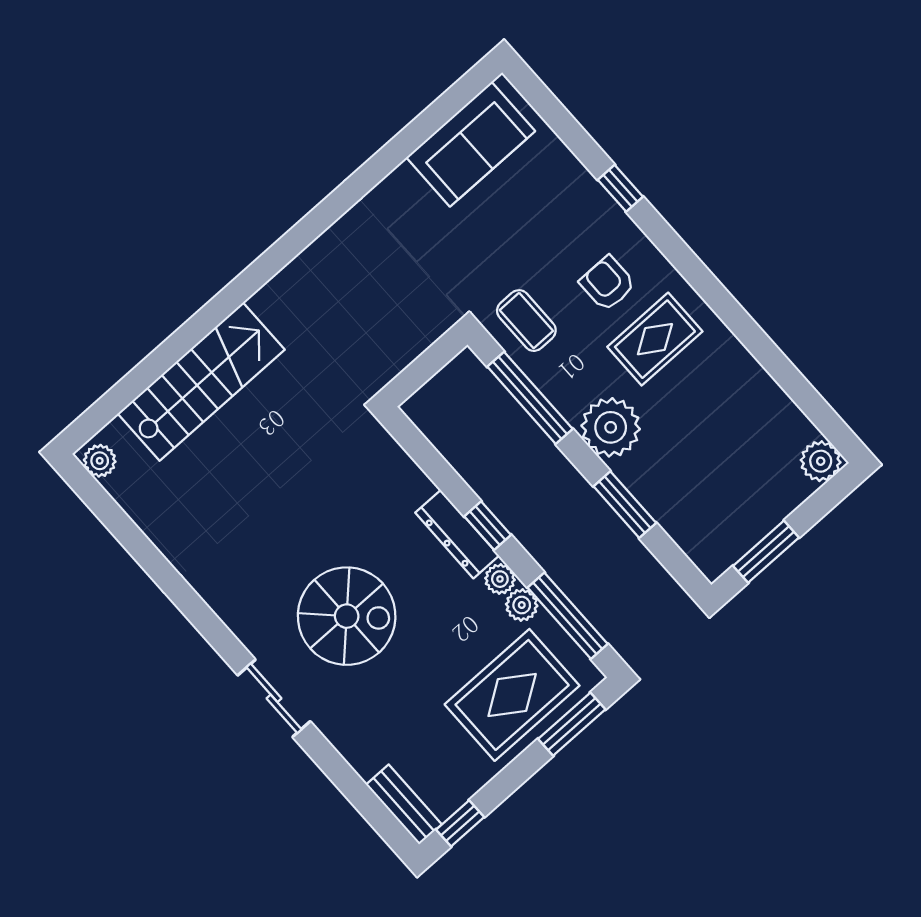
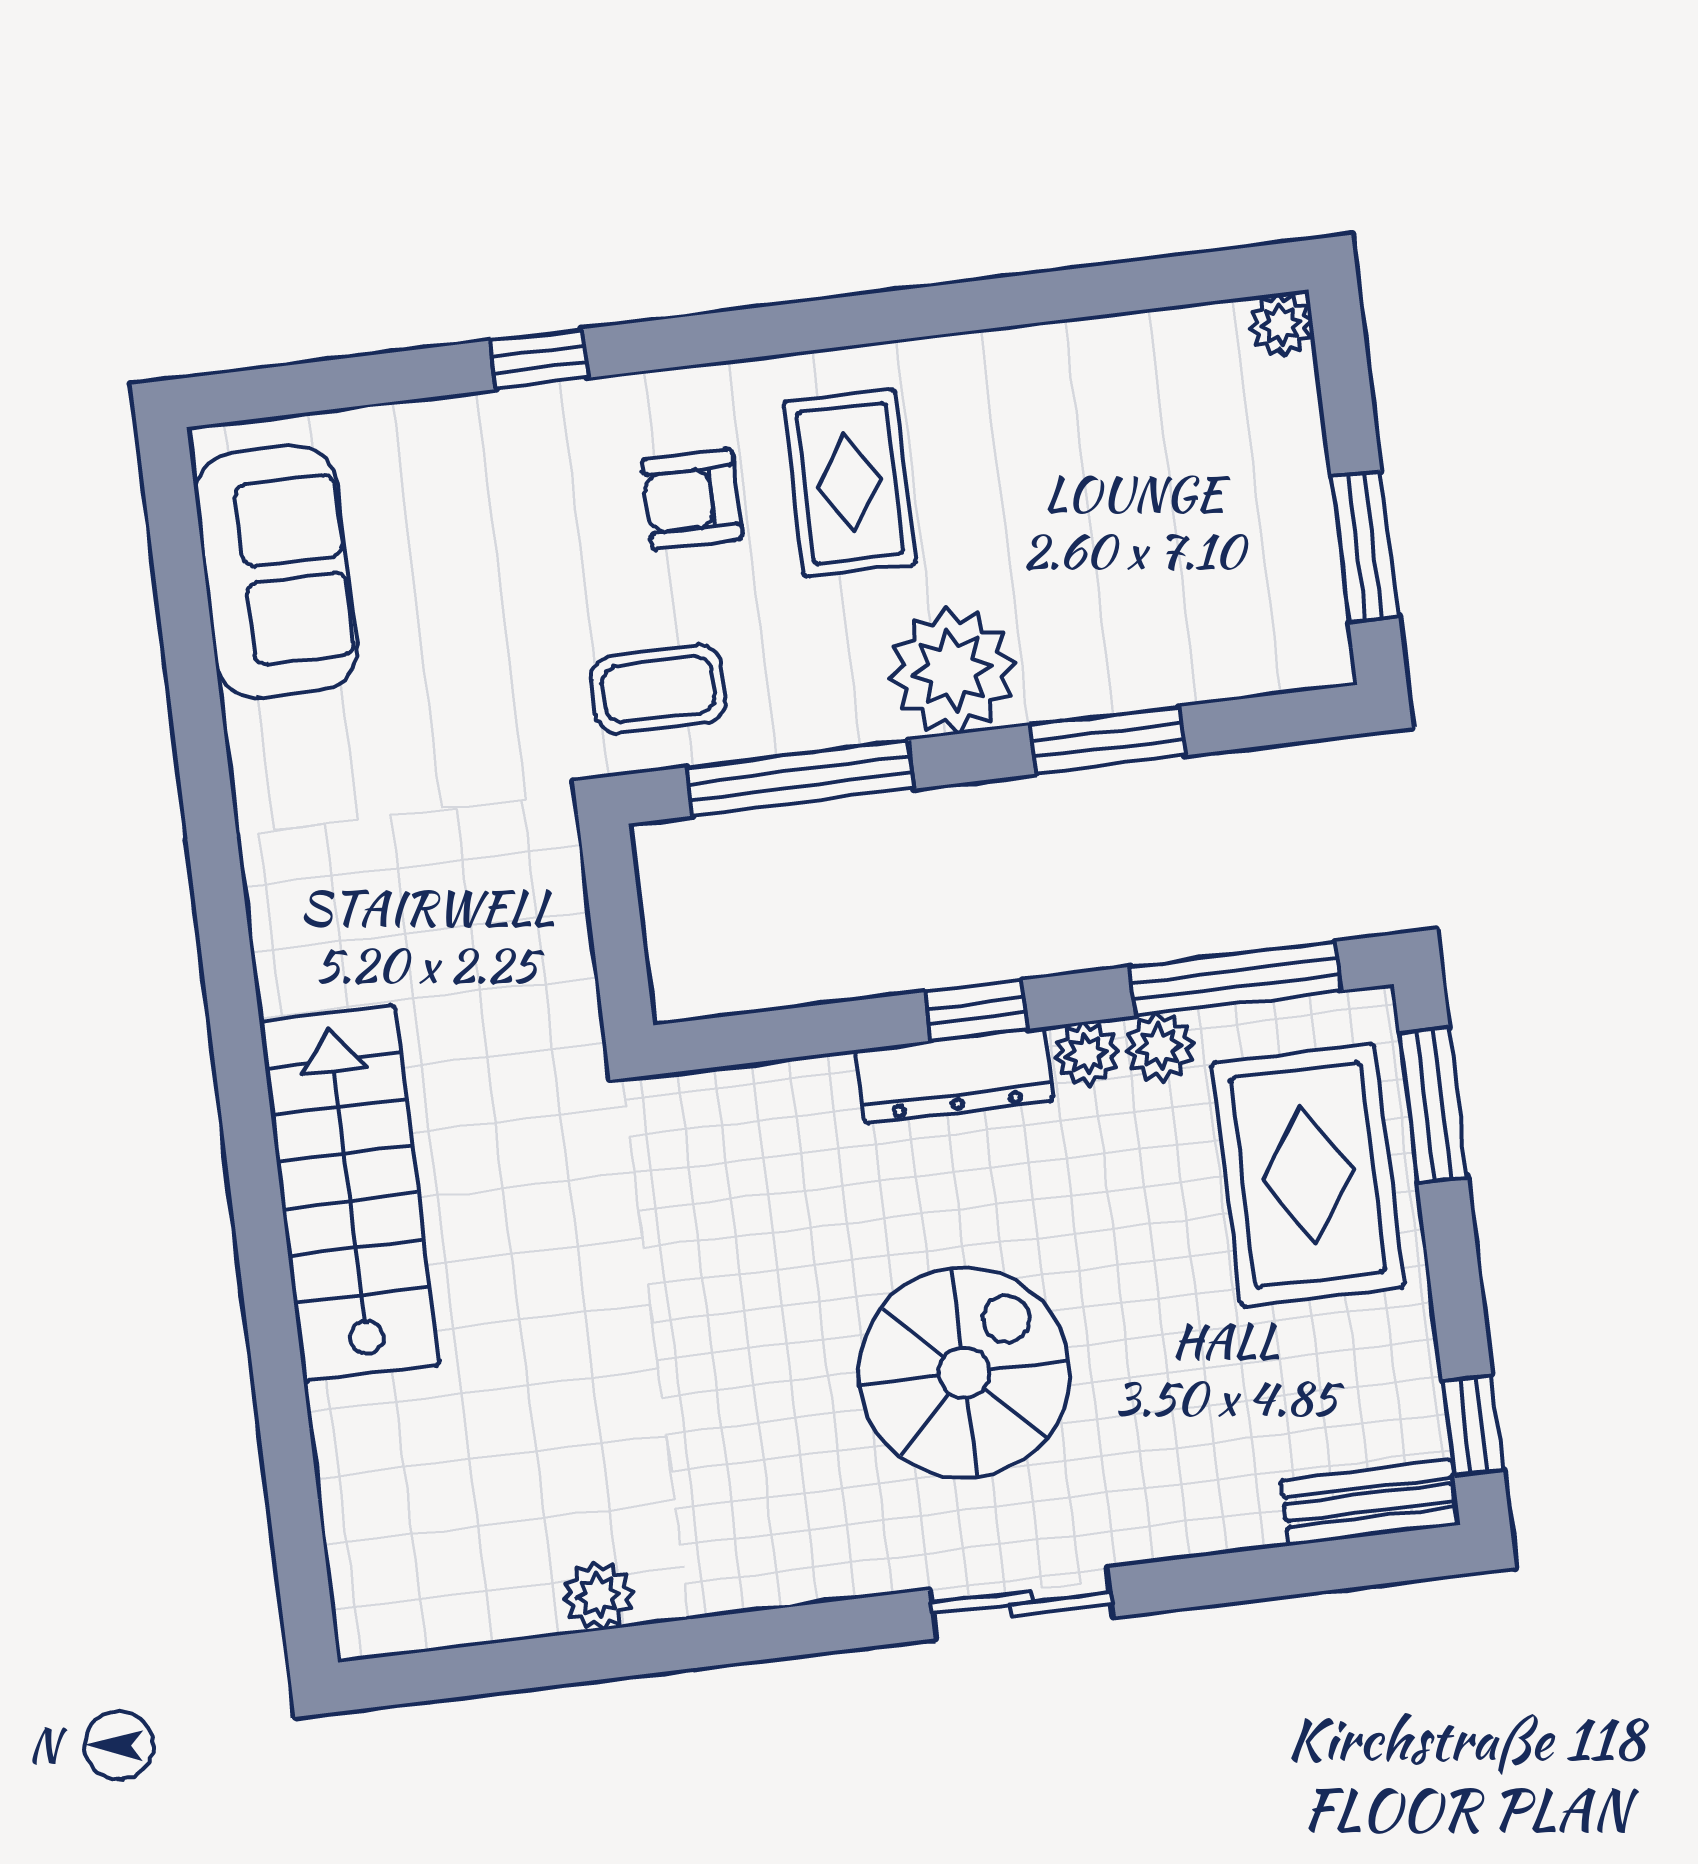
stairs: (201, 382) -> (349, 1193), moved
plant: (100, 461) -> (598, 1596), moved
plant: (821, 461) -> (1281, 325), width x0.73, depth x0.73

